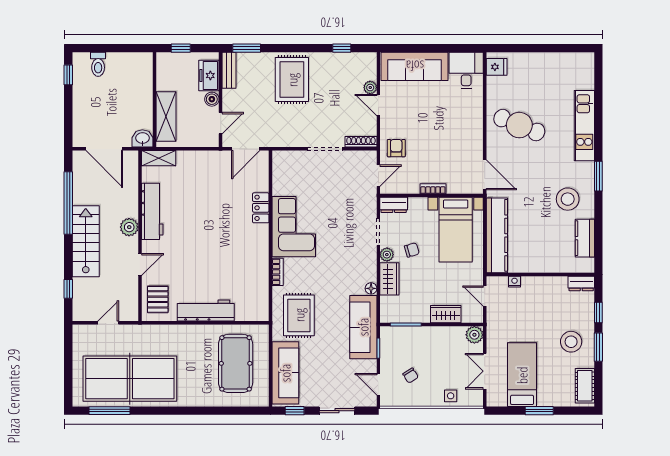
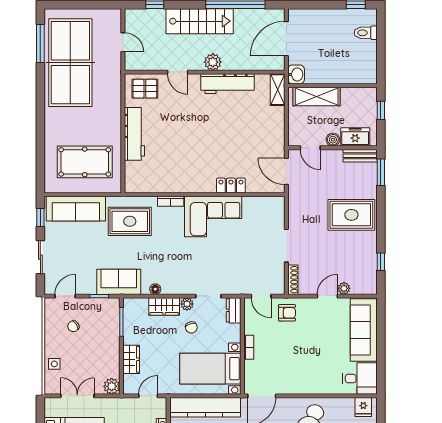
sofa: (363, 327) -> (119, 282), width x0.73

